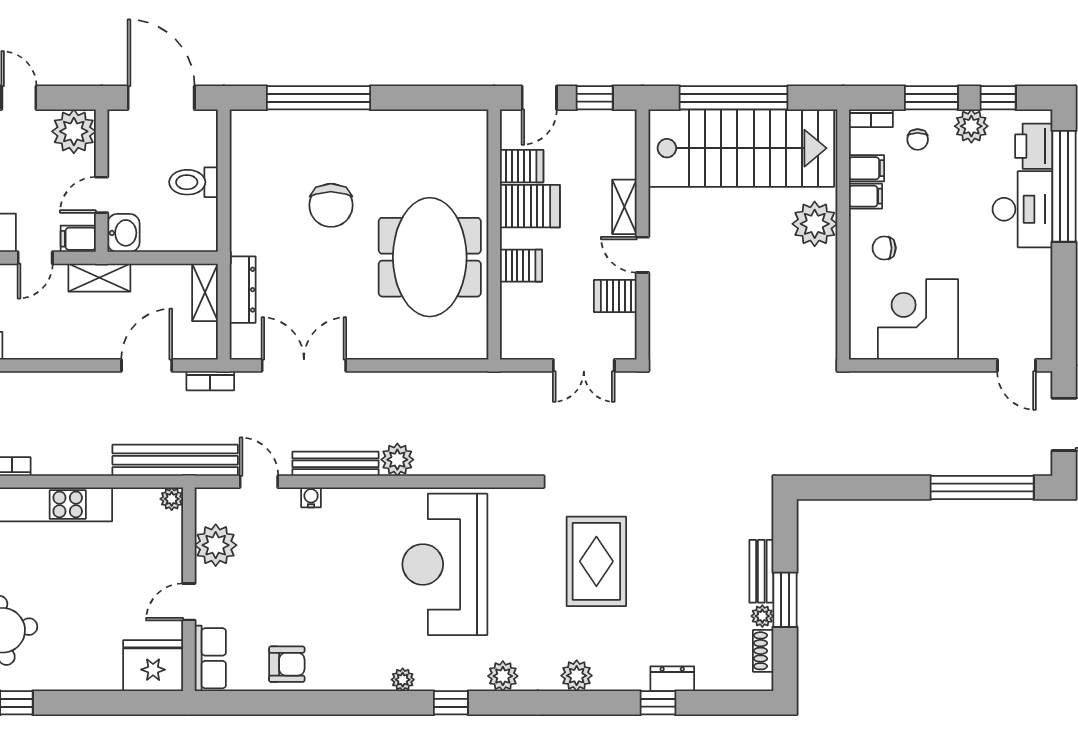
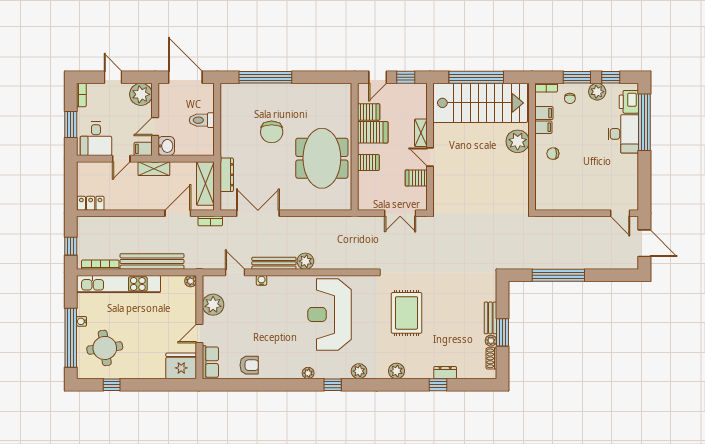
shelving: (205, 292) -> (205, 183), width x1.50, depth x1.33
corner desk: (918, 319) -> (570, 190), removed
bench: (175, 460) -> (152, 261), moved
window: (982, 487) -> (558, 275), moved

